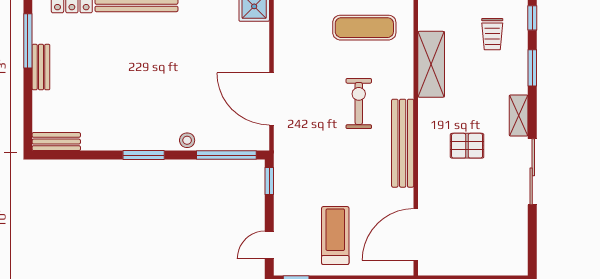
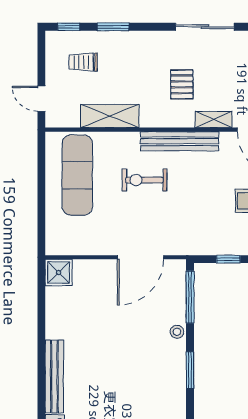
exercise mat: (364, 28) -> (77, 175), width x1.36, depth x1.45
trolley: (492, 34) -> (83, 62), turned 180
shelving: (519, 115) -> (214, 120), moved
window: (269, 181) -> (228, 259), moved

